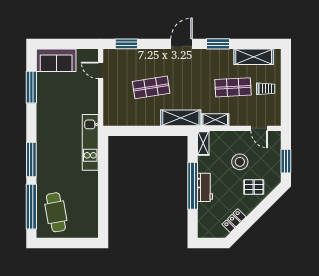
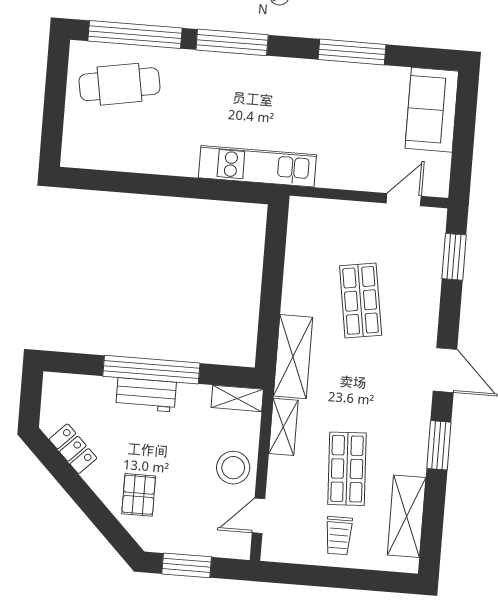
window: (31, 87) -> (352, 52), moved
stool: (240, 162) -> (233, 468), moved

